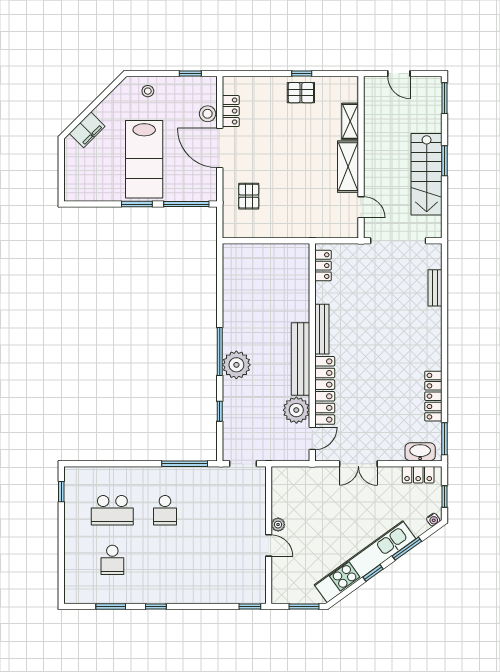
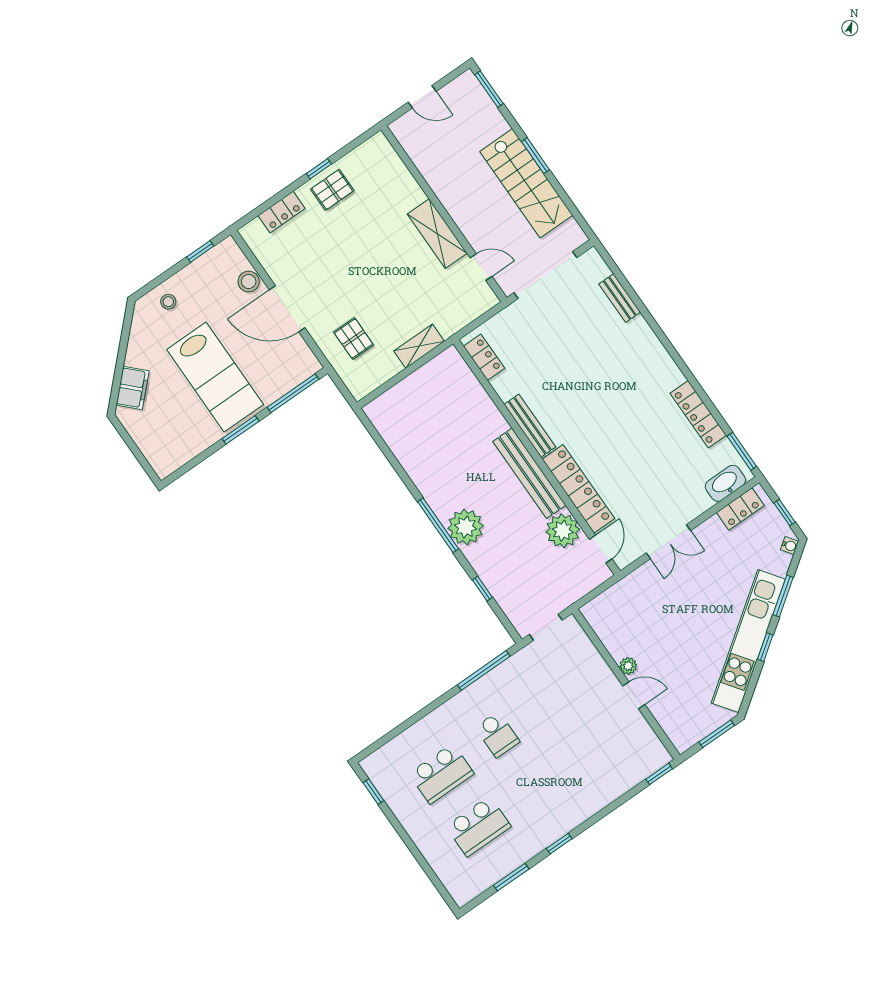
locker: (231, 111) -> (282, 212), moved, turned 90
shelving: (350, 121) -> (419, 346), moved, turned 90
school desk: (112, 560) -> (478, 826), width x1.85

